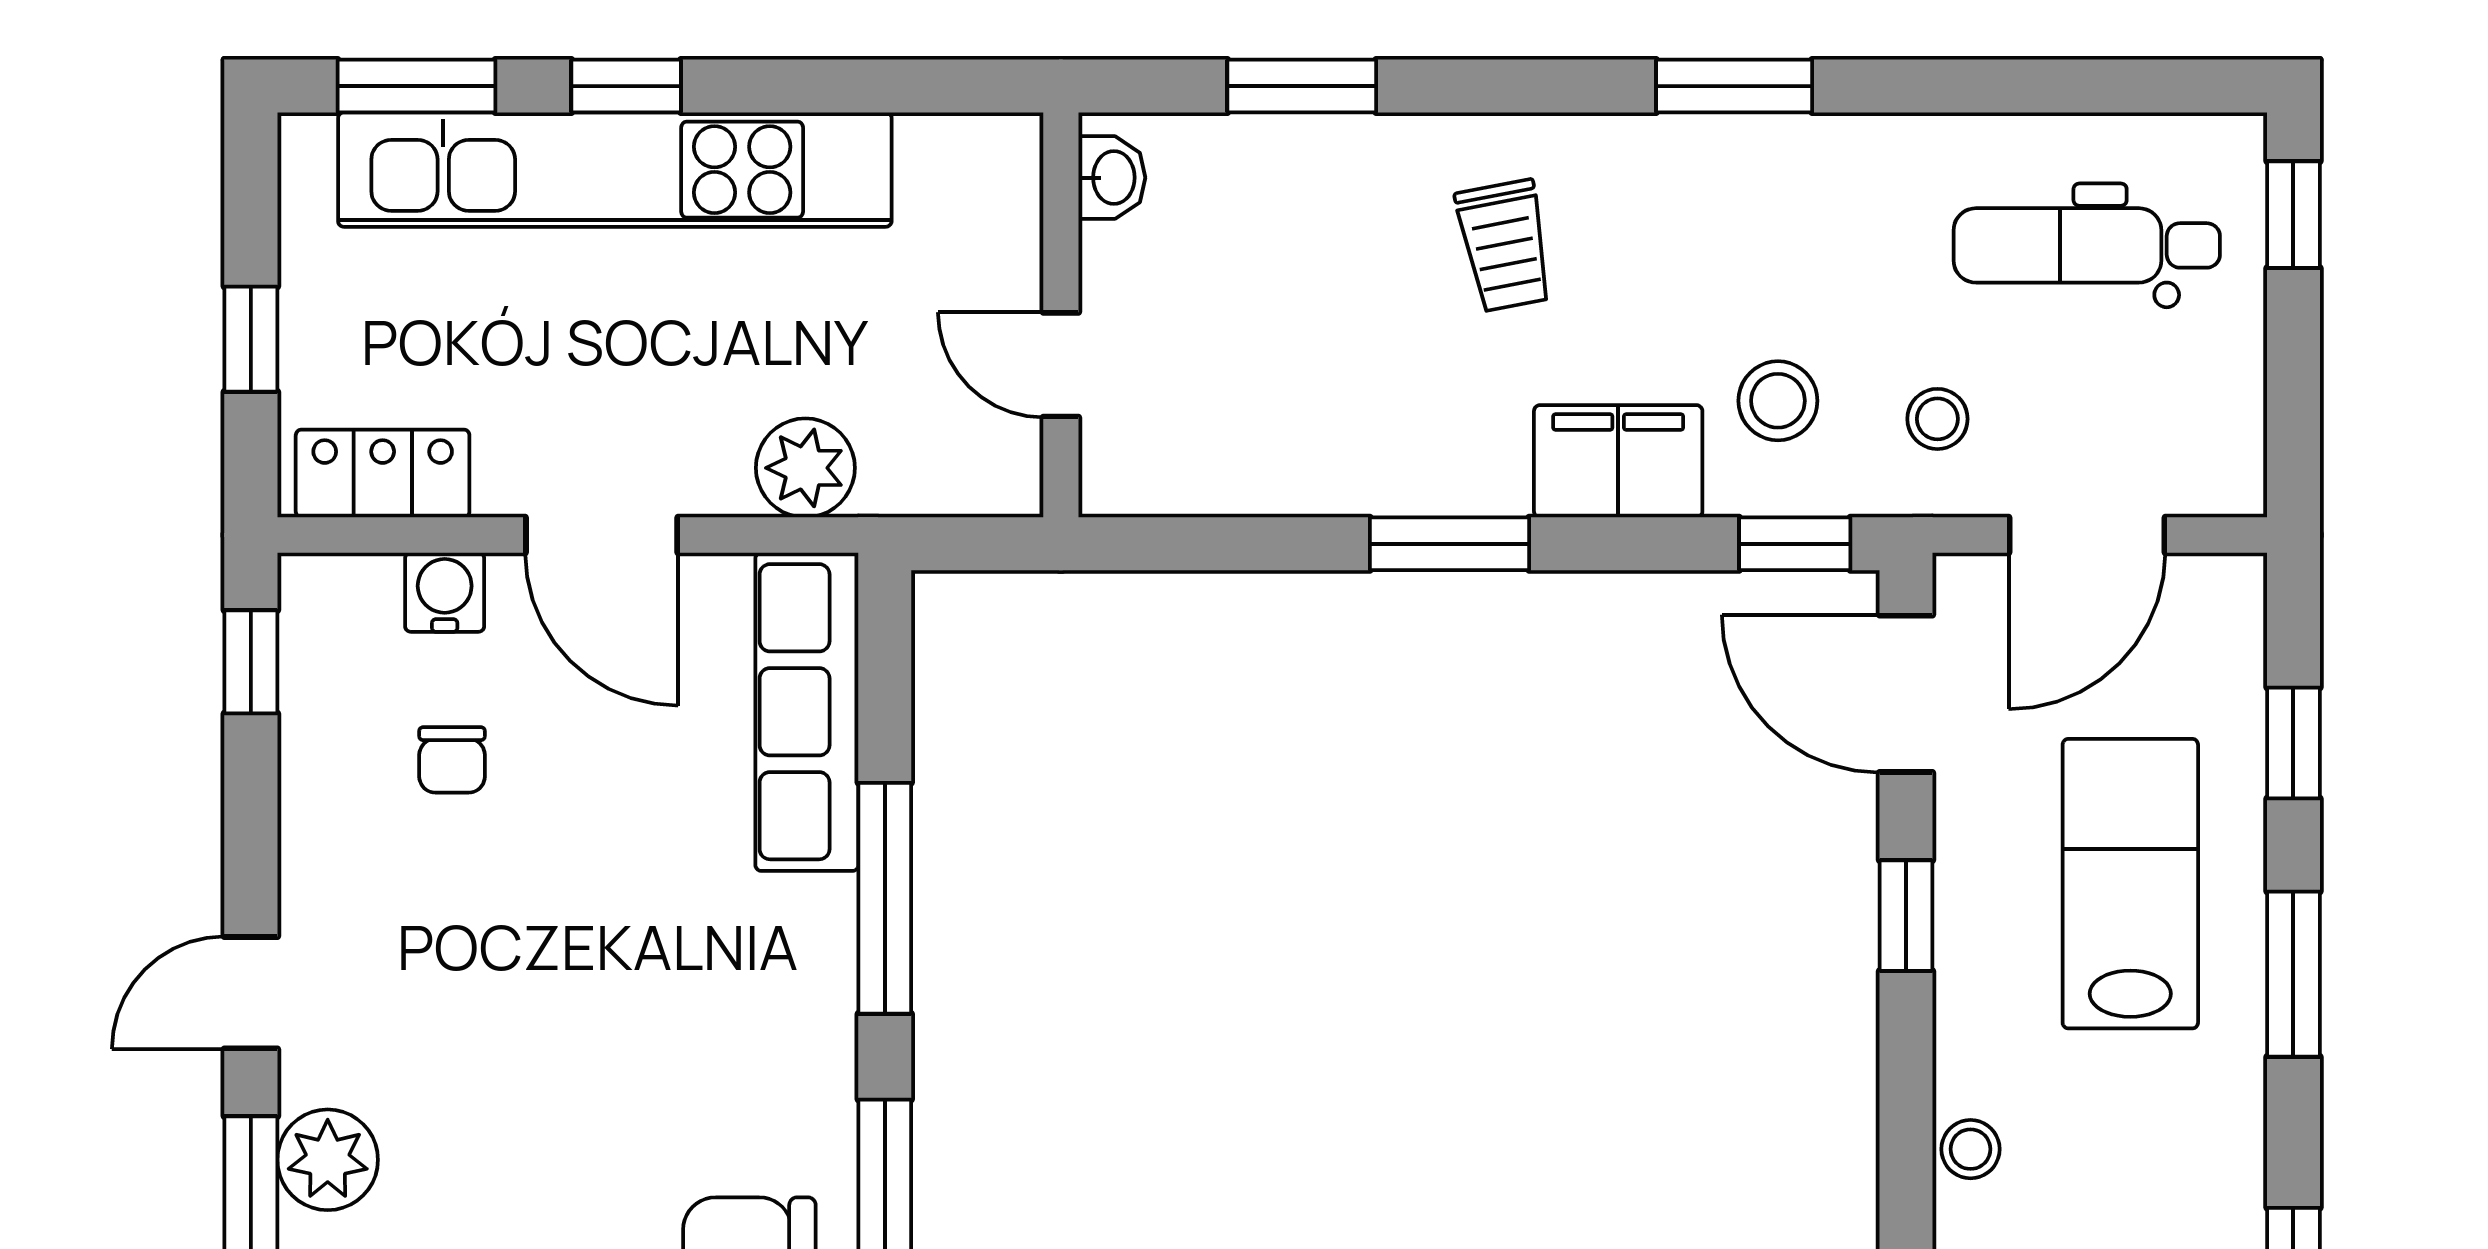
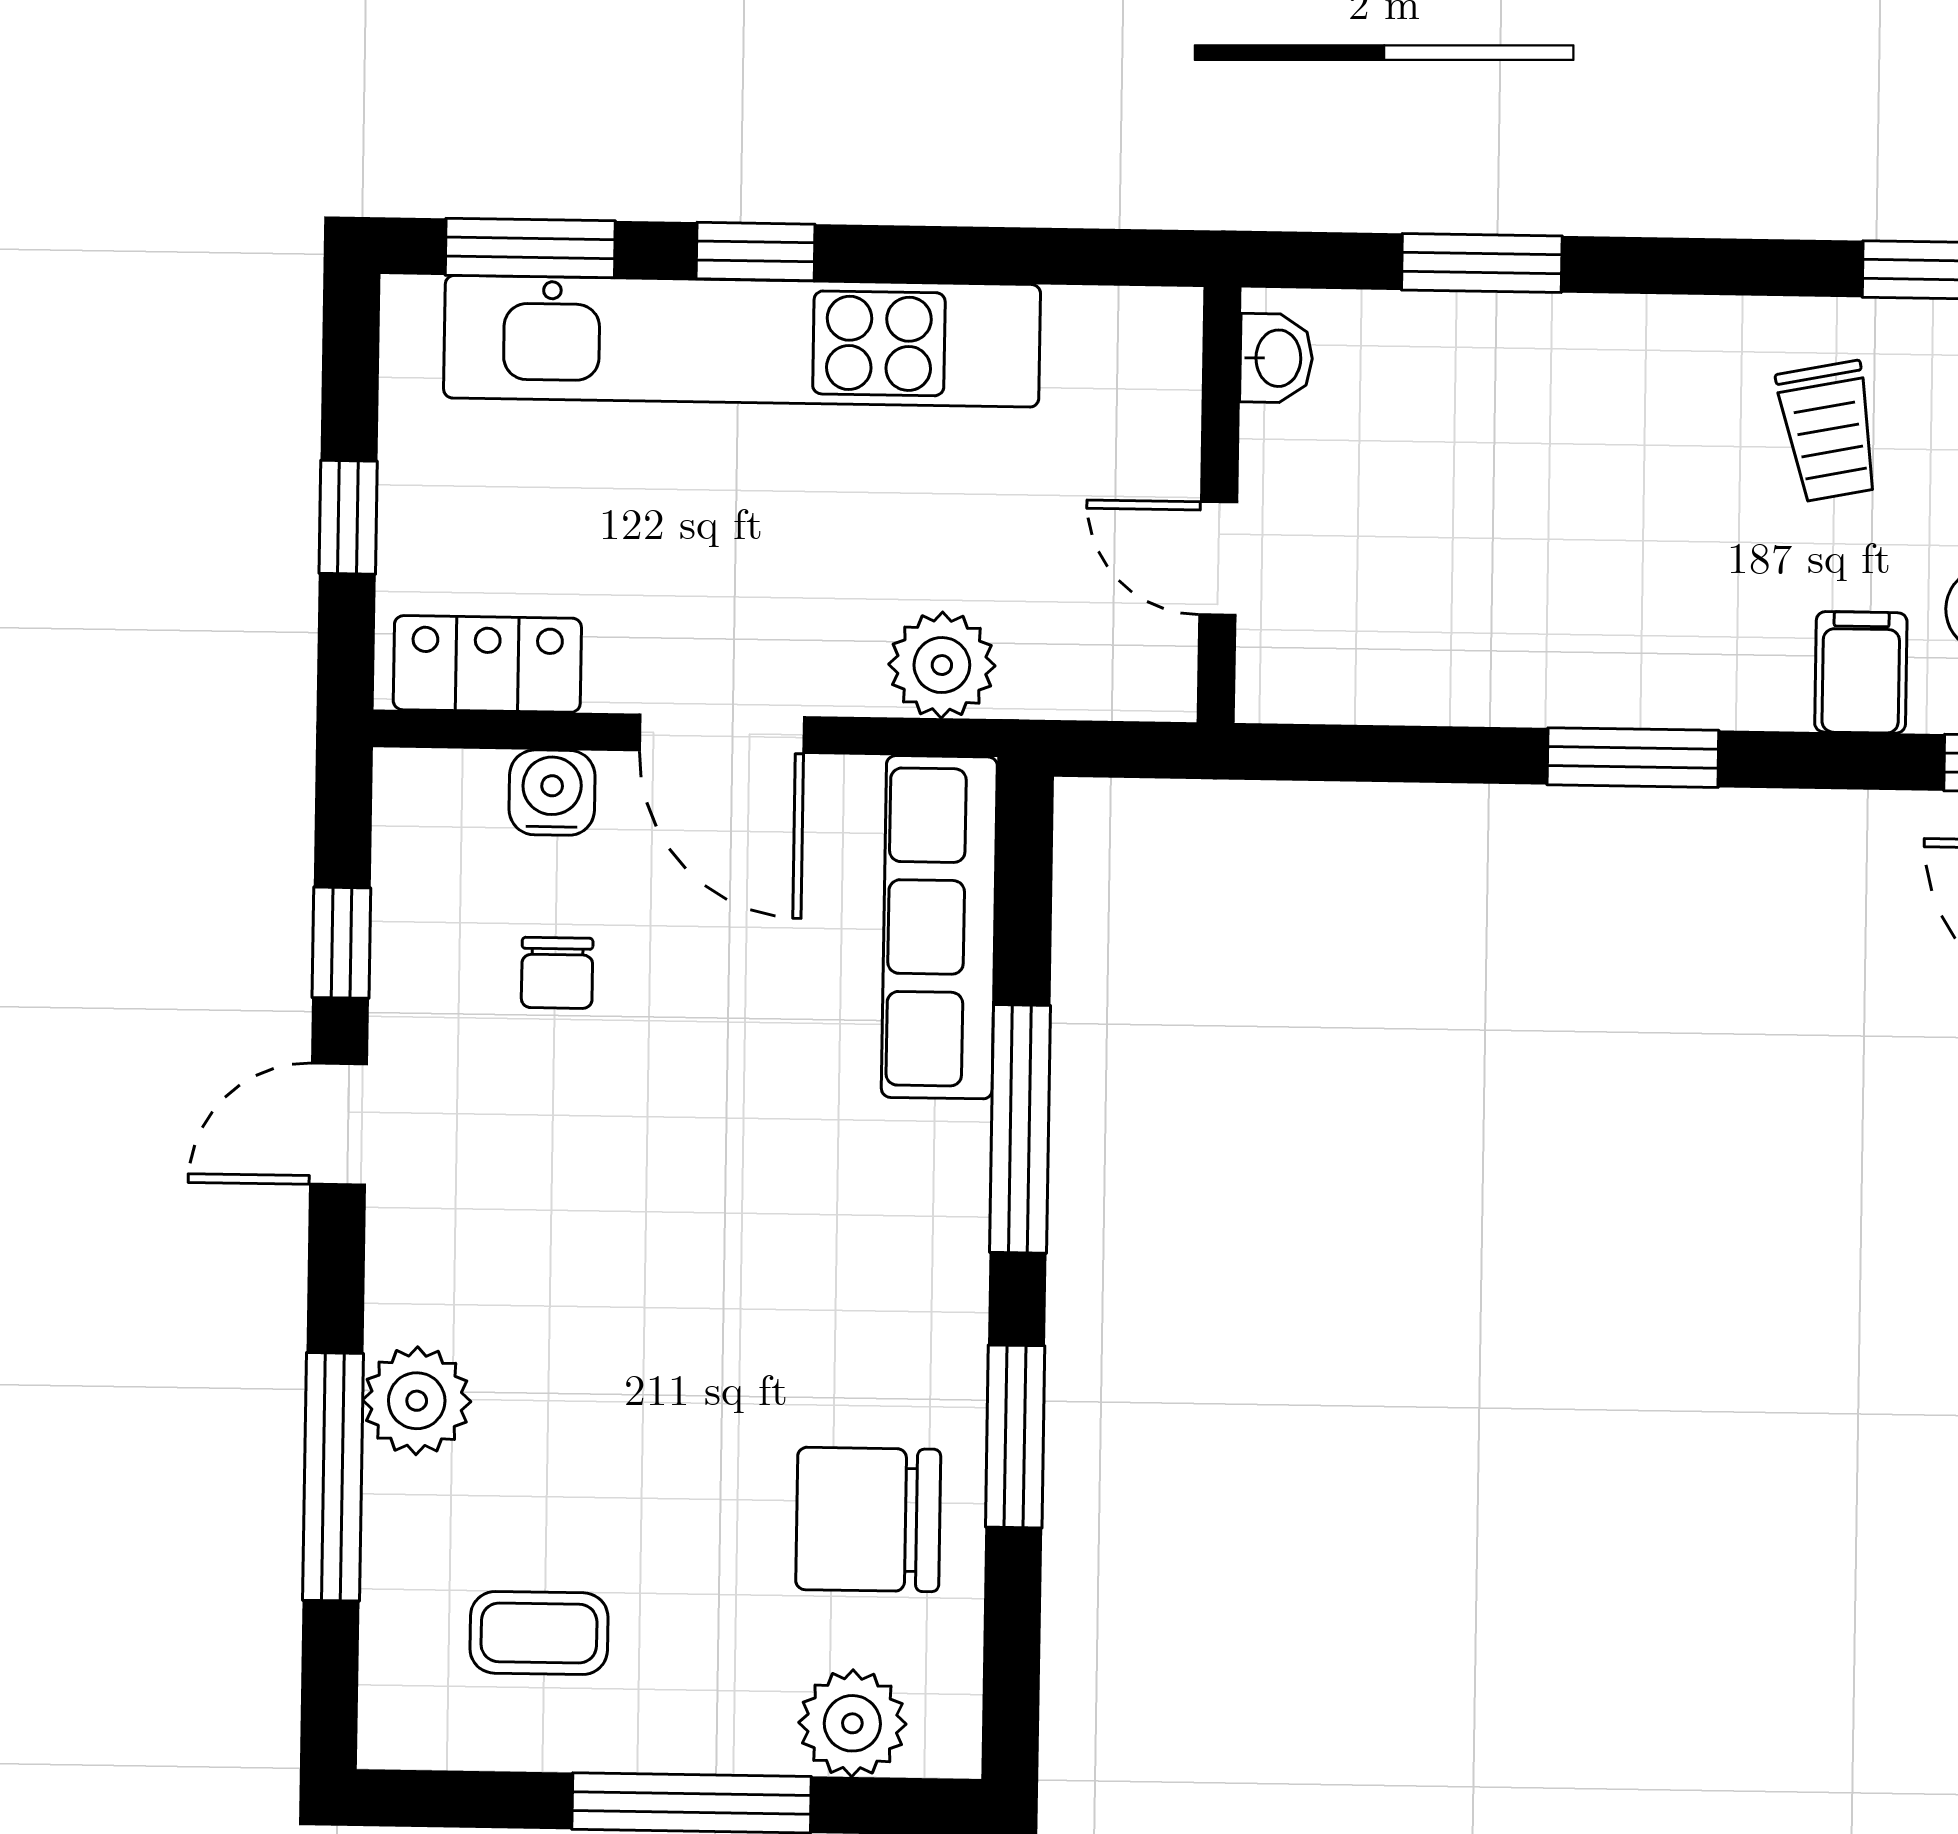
trolley: (1505, 246) -> (1829, 431), moved
filing cabinet: (1618, 461) -> (1861, 672), width x0.50
window: (251, 662) -> (341, 943), moved
door: (251, 993) -> (338, 1124), moved

